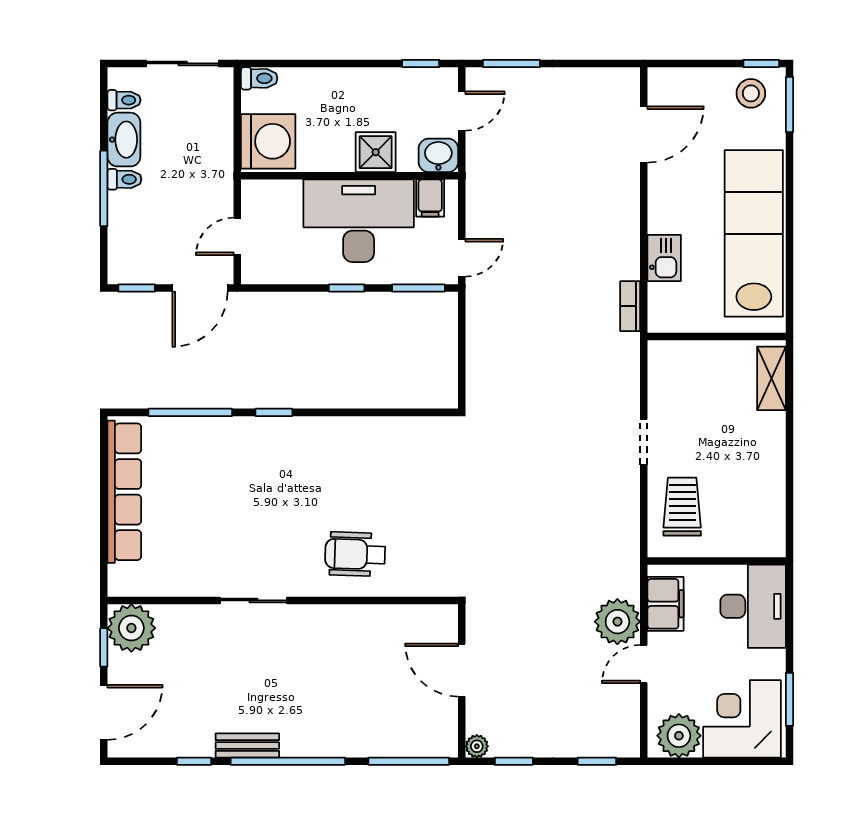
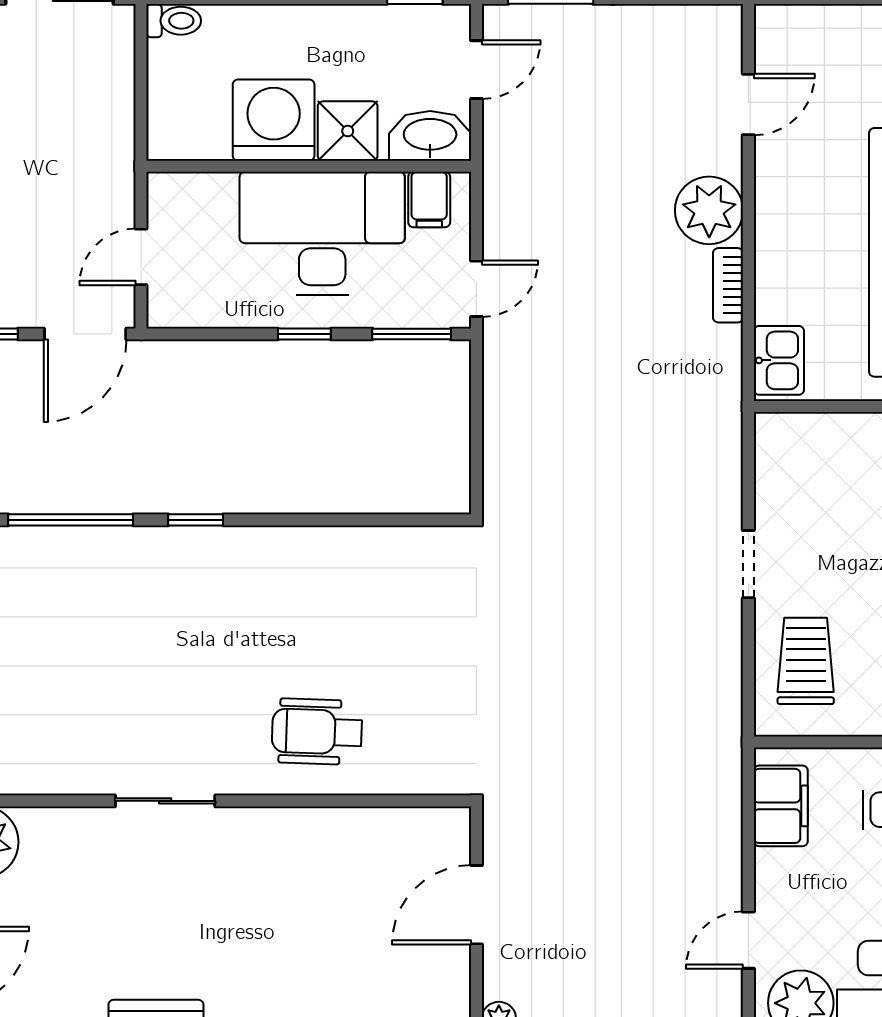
door: (644, 134) -> (748, 105), width x0.73
washing machine: (268, 141) -> (274, 120), moved, turned -90
washbasin: (438, 155) -> (430, 136), width x1.38
kitchen sink: (664, 258) -> (779, 360), moved
bookcase: (630, 306) -> (728, 285), moved
plant: (617, 622) -> (709, 210), moved
door: (644, 664) -> (748, 940), moved
door: (462, 670) -> (476, 905), hinge flipped

